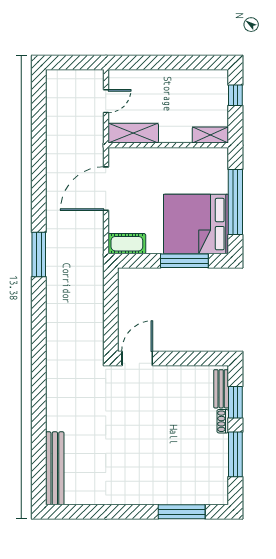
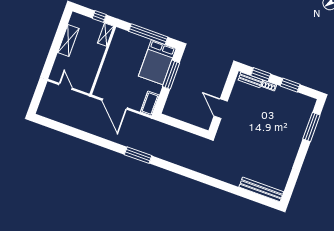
window: (235, 95) -> (99, 16), moved
shelving: (133, 133) -> (68, 40), moved
bed: (196, 224) -> (157, 62), width x0.73
door: (137, 358) -> (221, 109), moved
window: (235, 454) -> (290, 85), width x0.69

